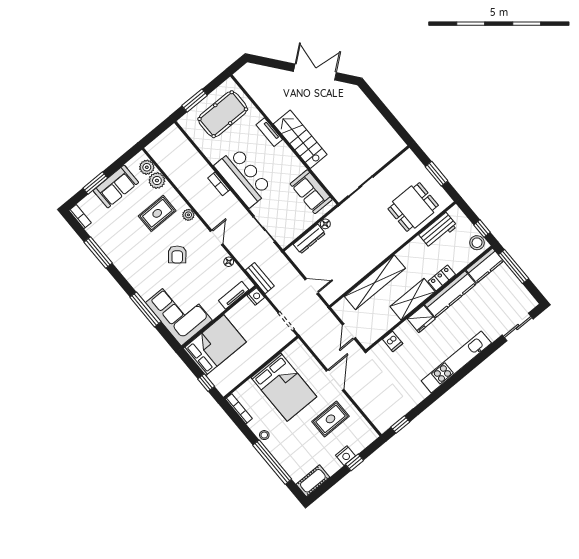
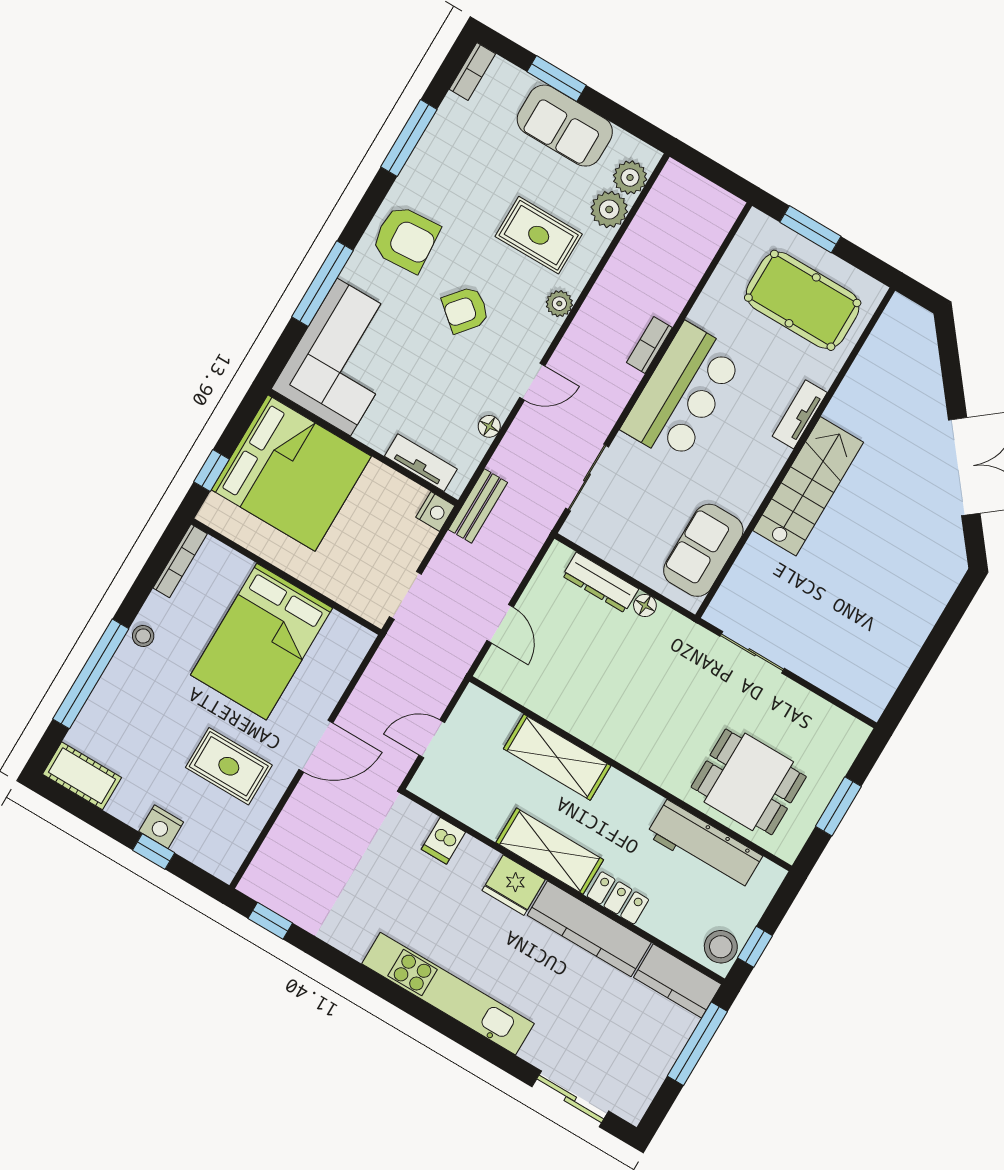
workbench: (438, 230) -> (704, 846), width x1.37
armchair: (139, 269) -> (406, 239), added
shelving: (375, 282) -> (557, 757), width x0.68
bed: (215, 345) -> (291, 473), width x1.36

